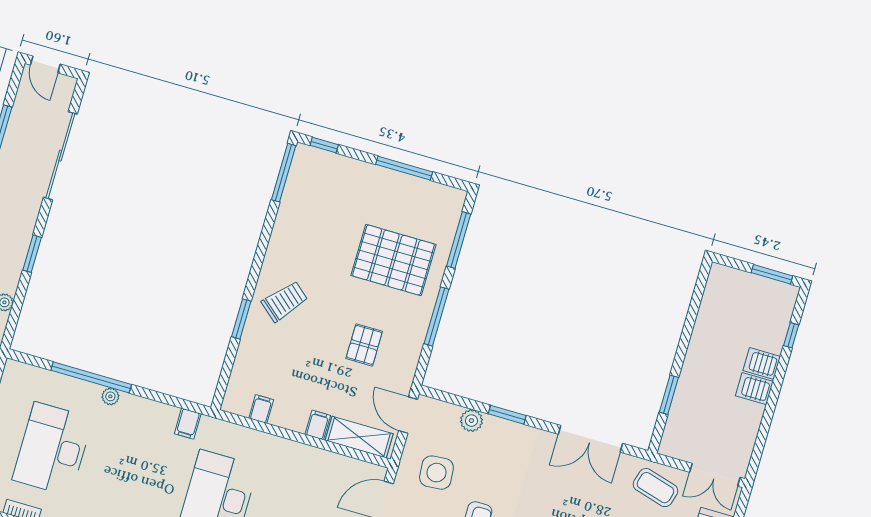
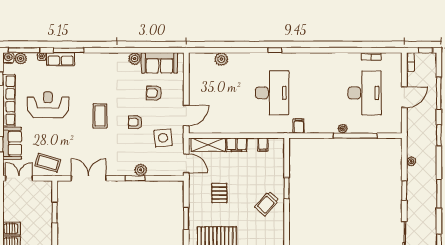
window: (437, 316) -> (186, 218), width x0.69
plant: (471, 421) -> (141, 170), moved
filing cabinet: (318, 425) -> (237, 145), width x2.00

